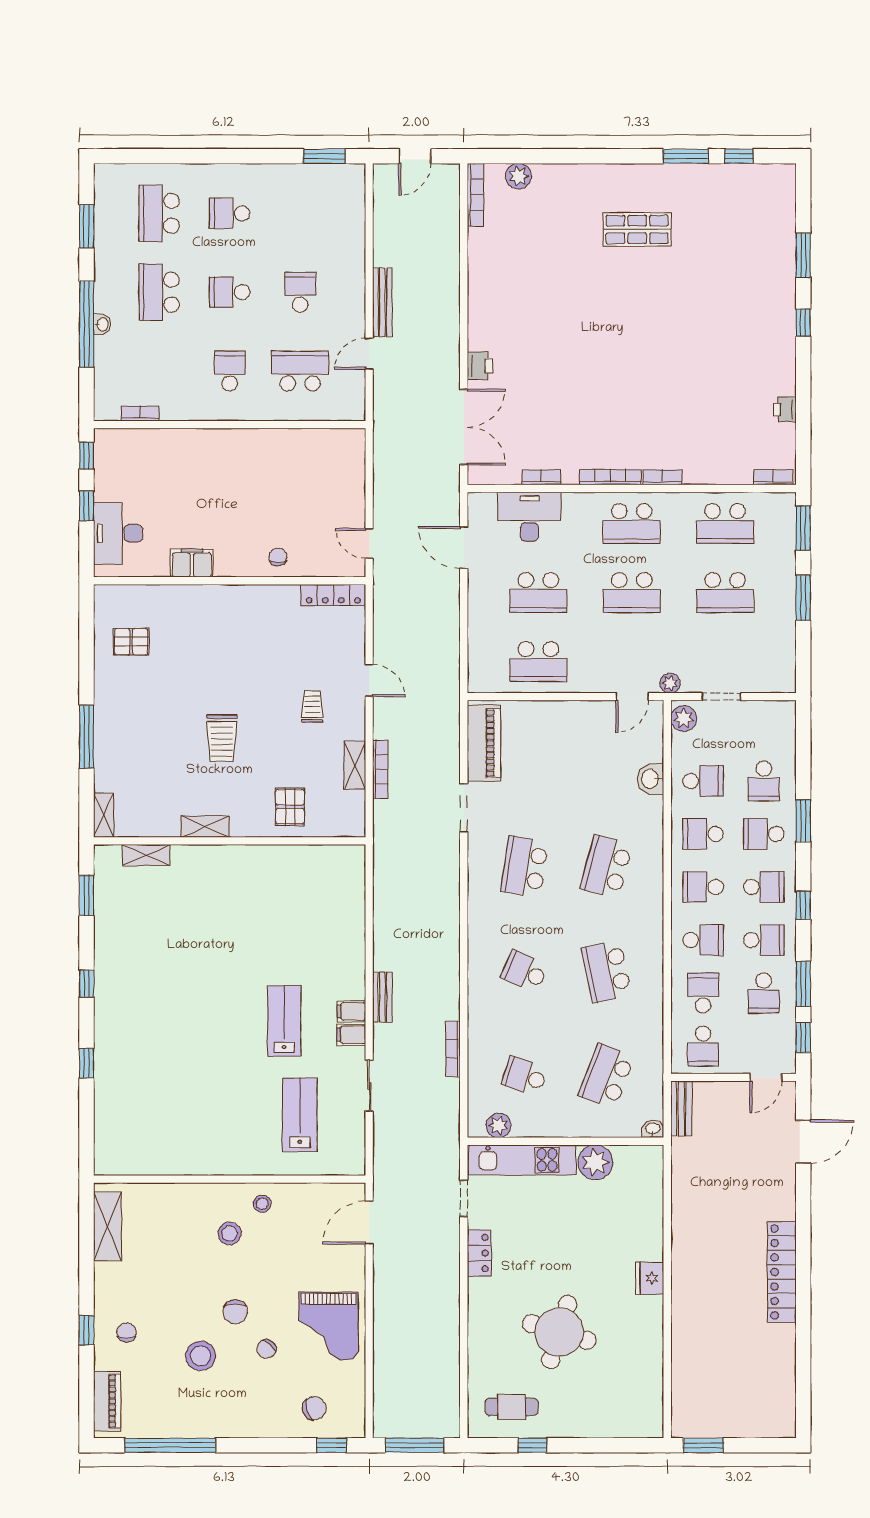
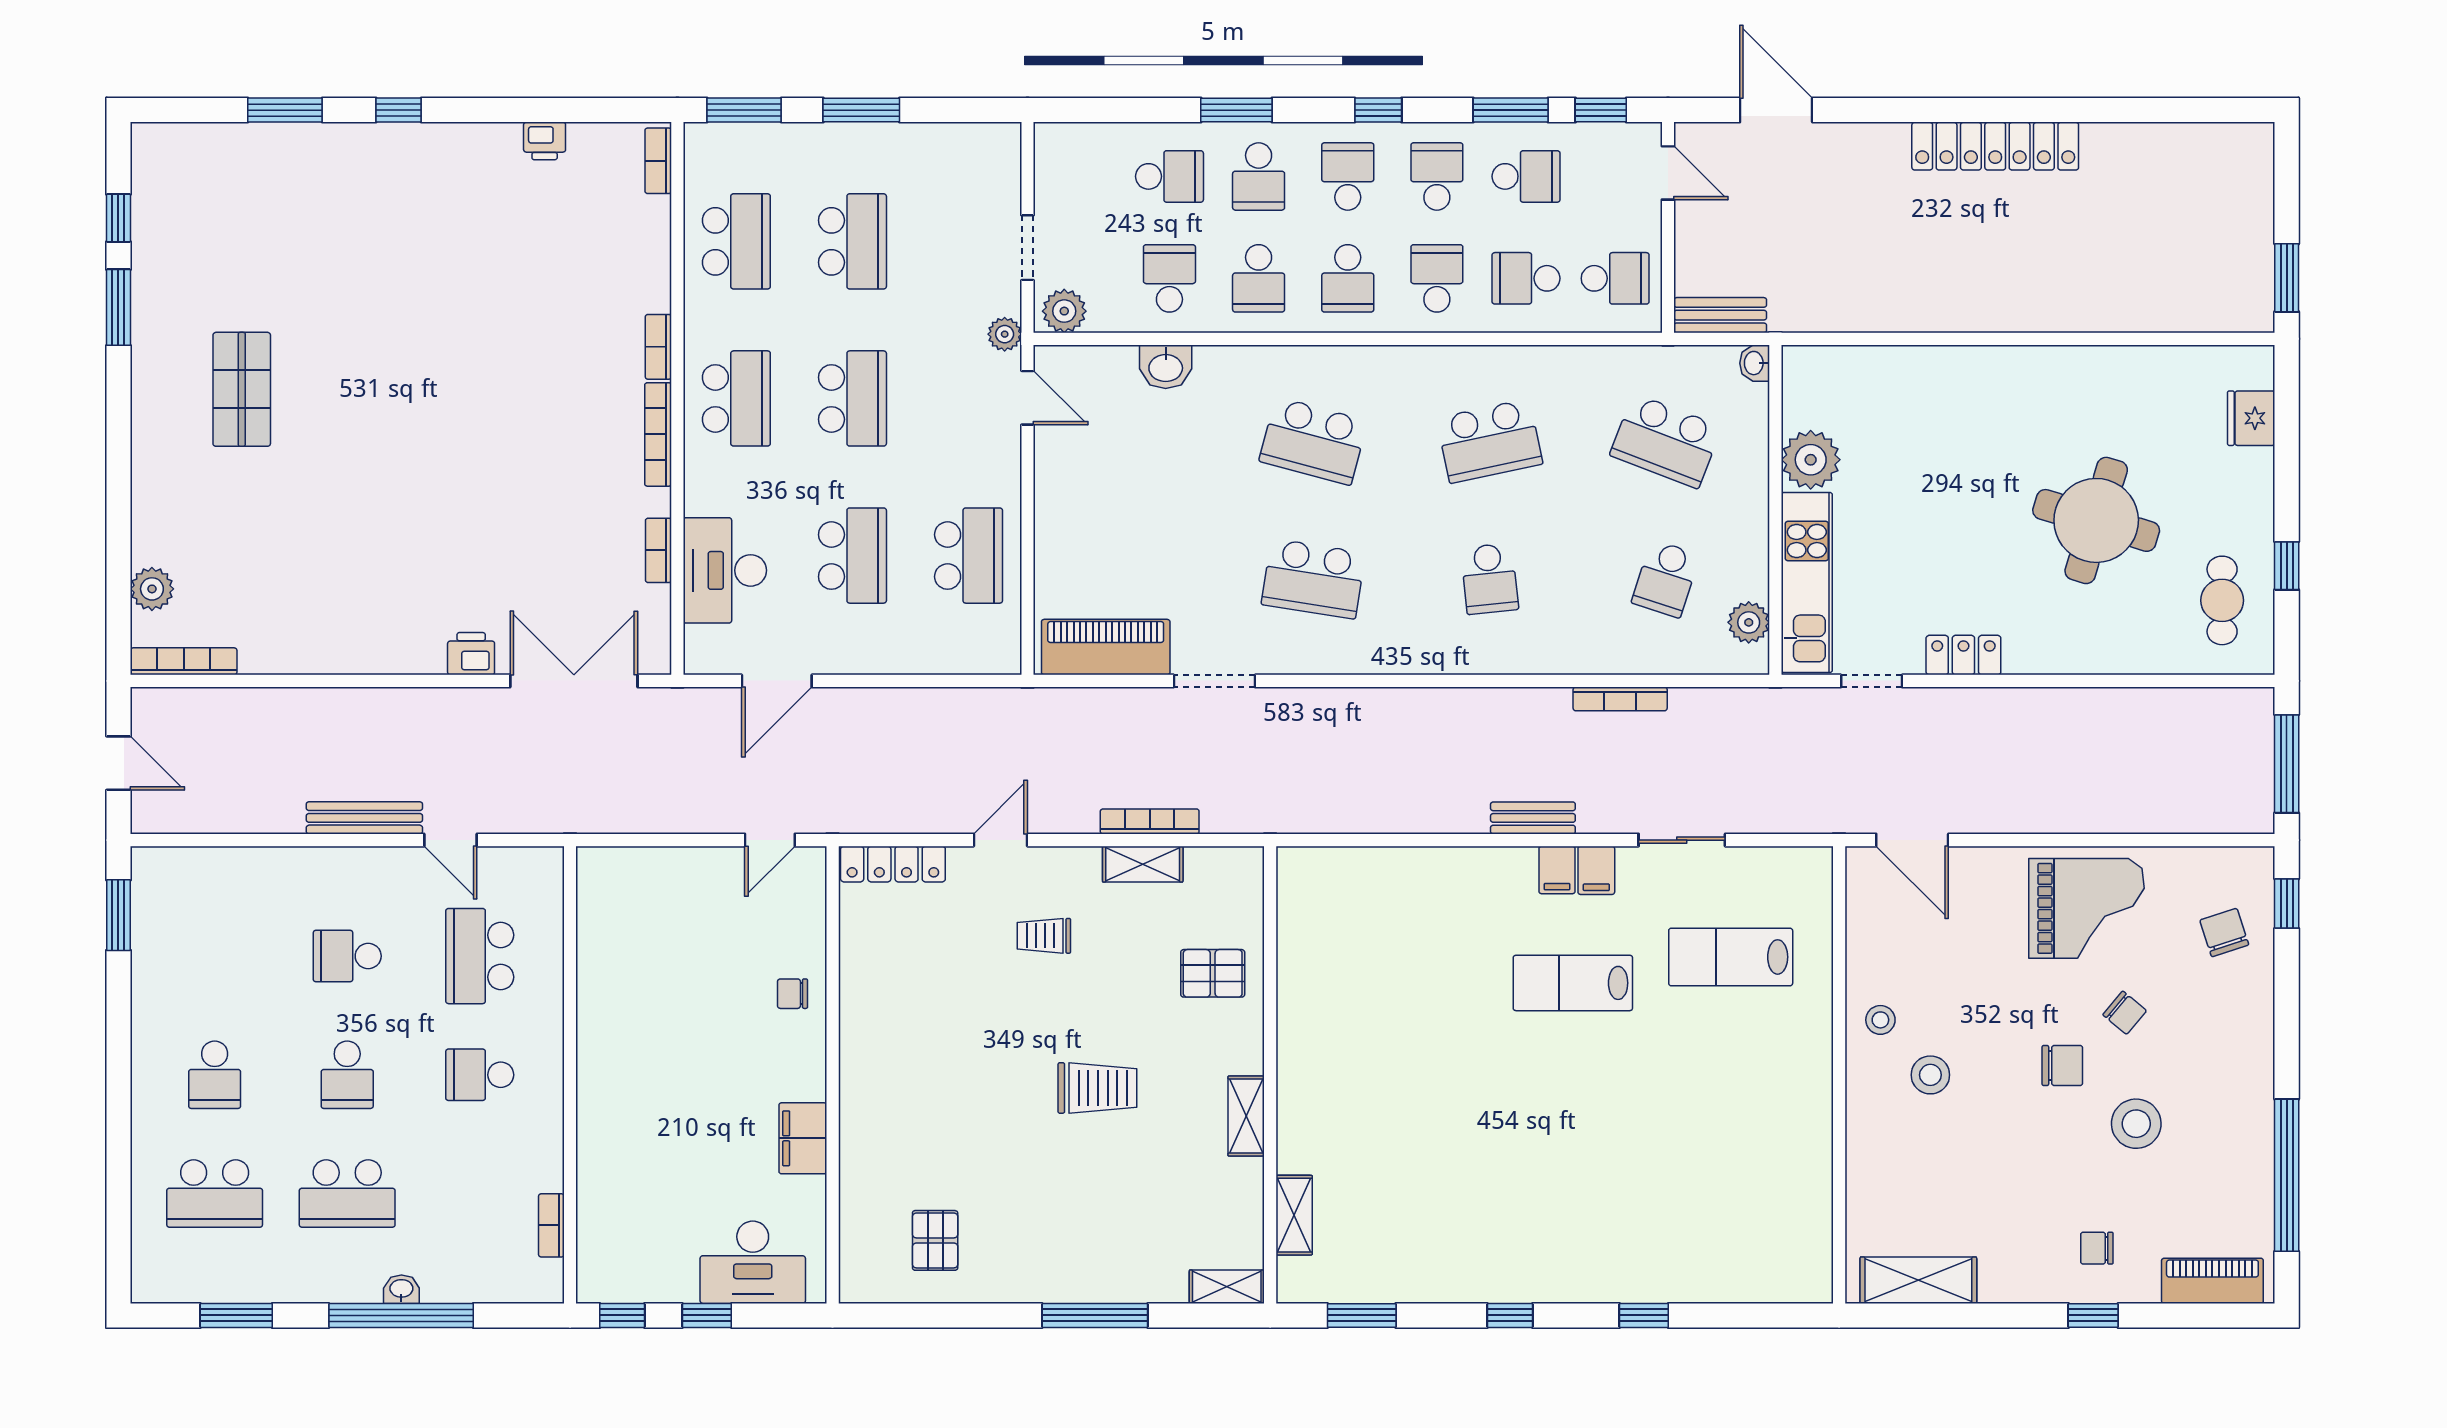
locker: (333, 595) -> (893, 864), moved, turned 90
school desk: (525, 971) -> (1490, 579), turned -30
fridge: (650, 1278) -> (2251, 418), moved, turned 90

